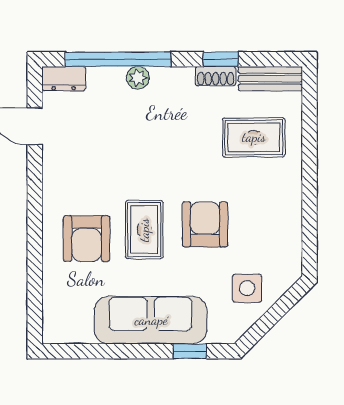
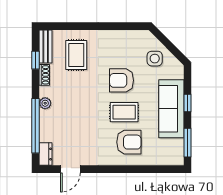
window: (221, 59) -> (35, 60), moved
plant: (138, 78) -> (45, 103), moved
window: (86, 351) -> (187, 143), added
window: (190, 351) -> (187, 103), moved

